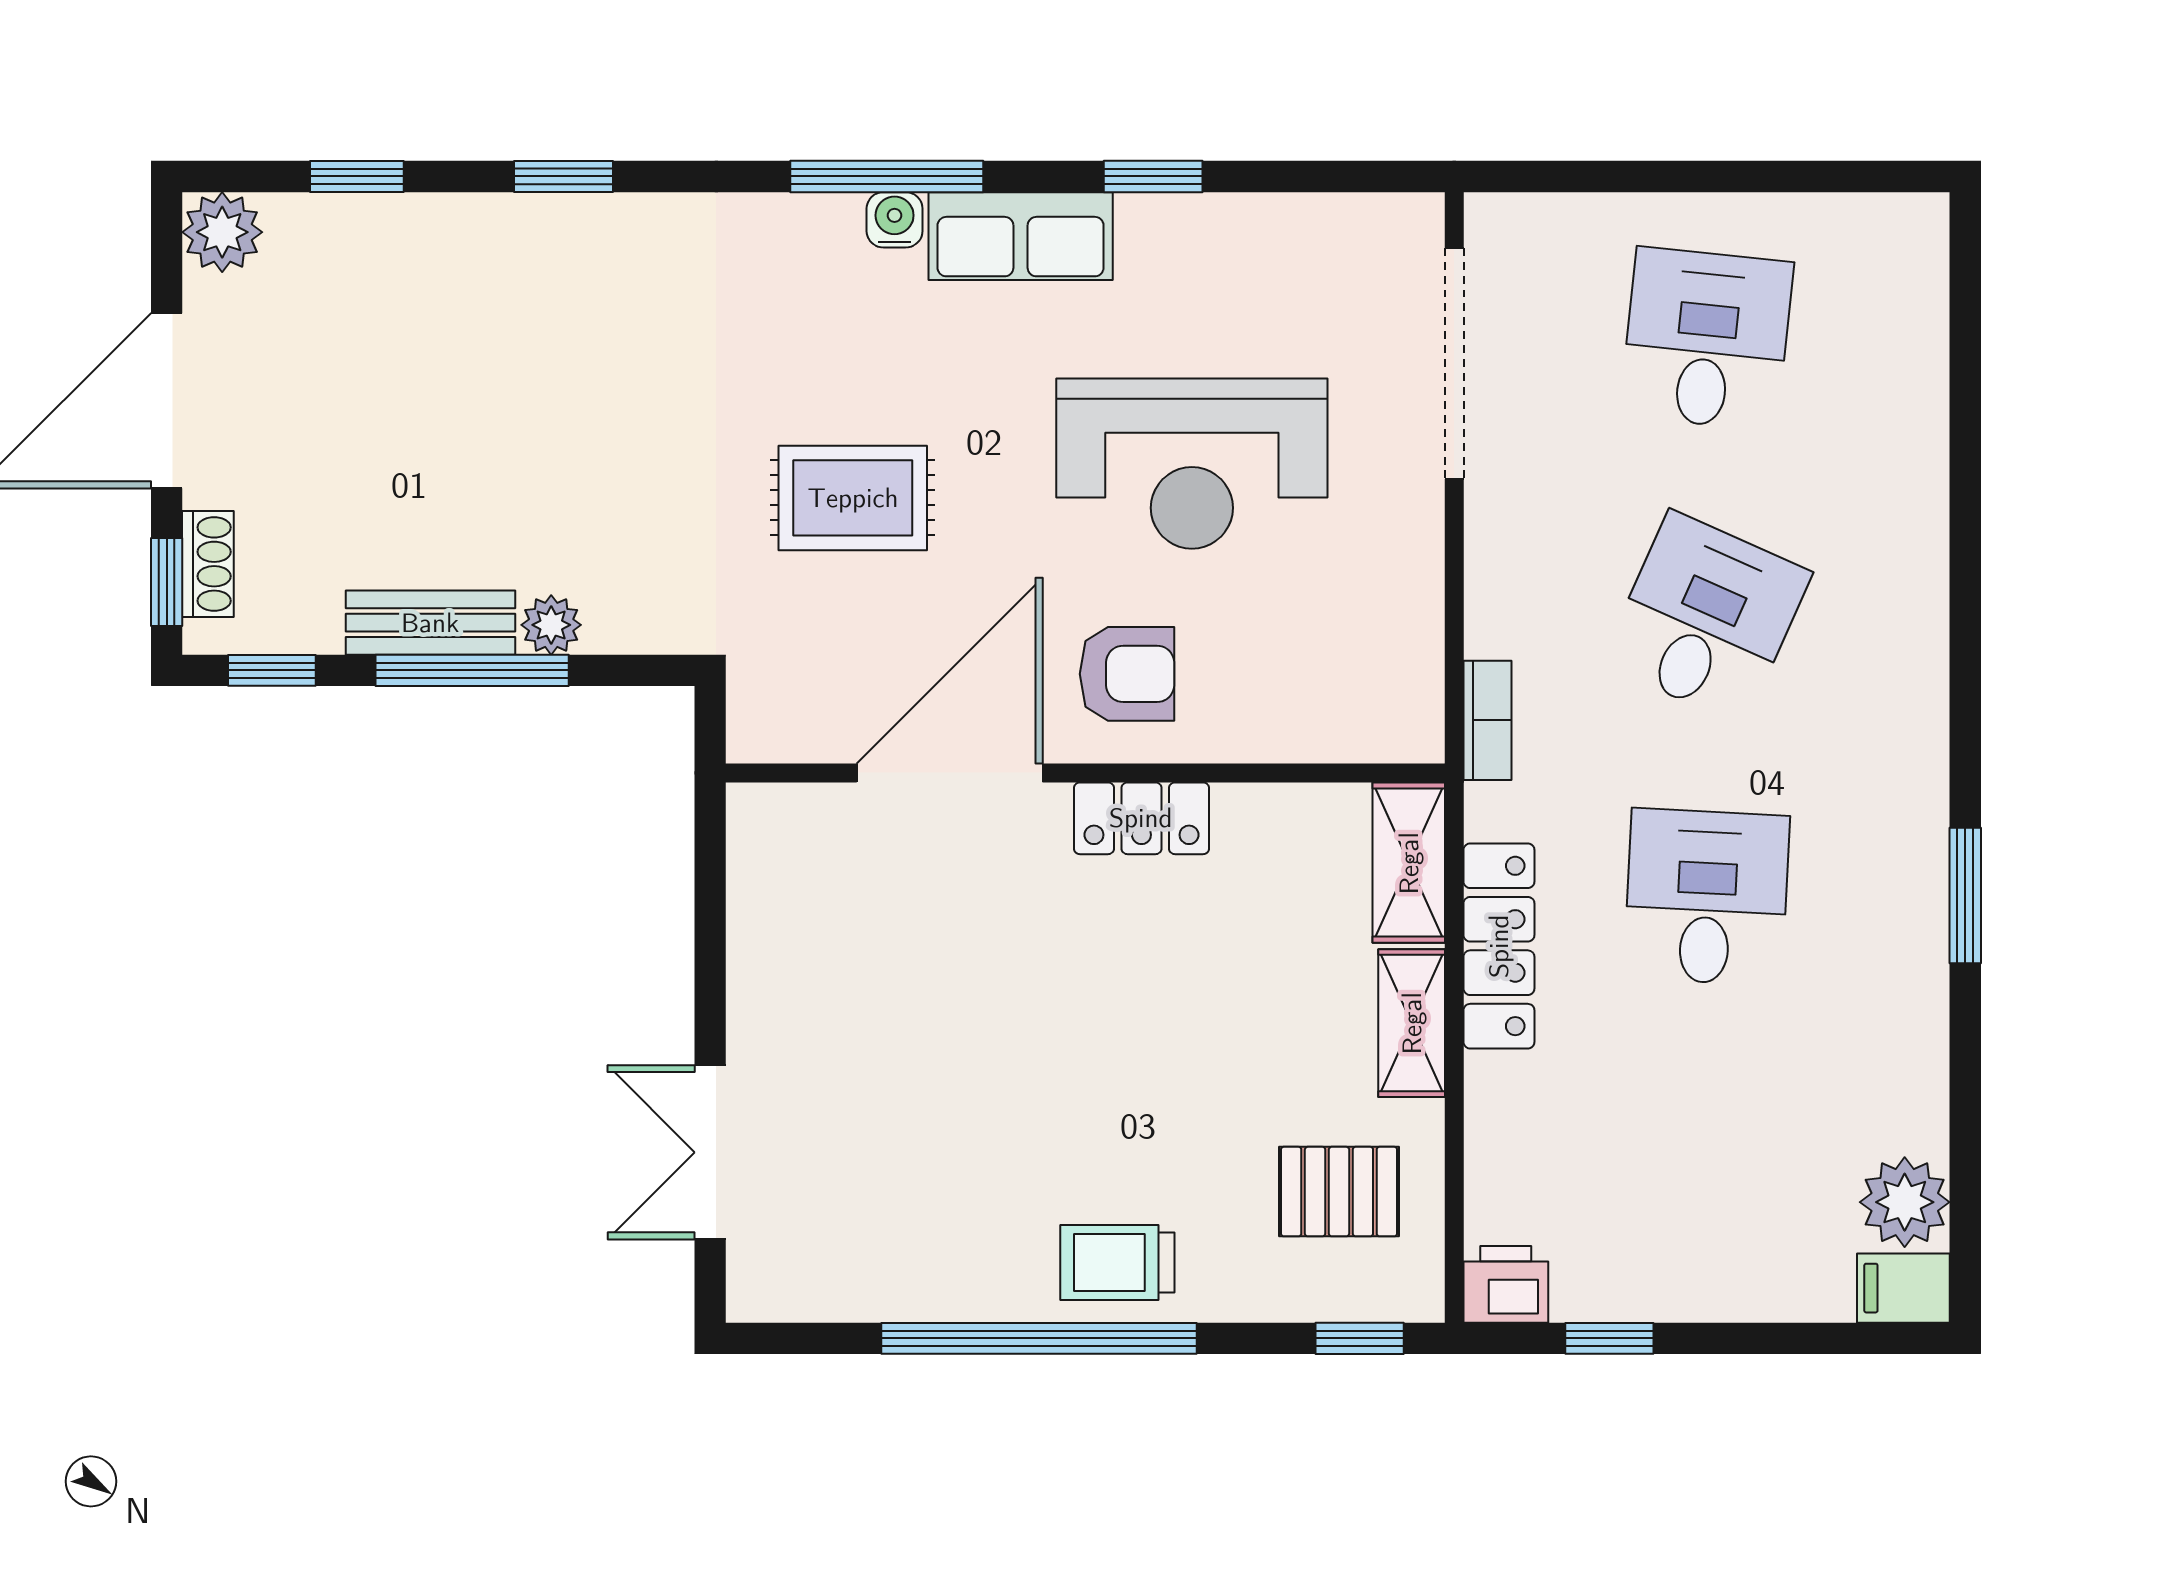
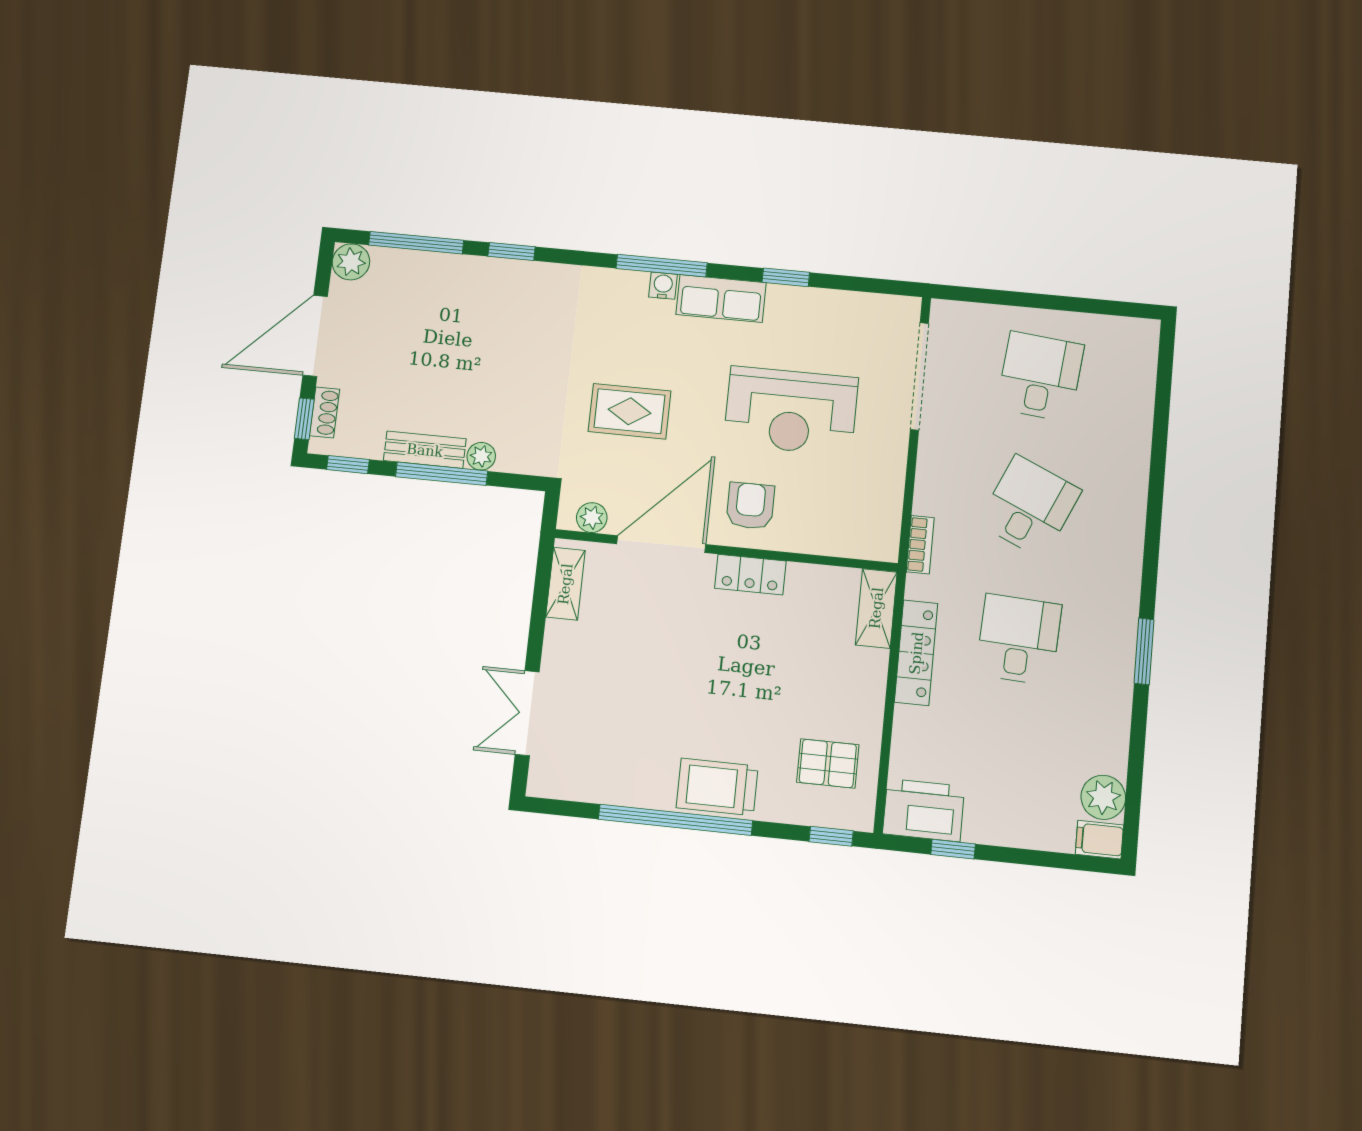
window: (357, 176) -> (416, 243), width x2.17
armchair: (1127, 674) -> (750, 506), turned -90
plant: (798, 732) -> (592, 518), added
shelving: (1412, 1023) -> (565, 584), moved
trolley: (1117, 1263) -> (717, 787), width x1.36, depth x1.39
printer: (1506, 1284) -> (924, 810), width x1.87, depth x1.48

